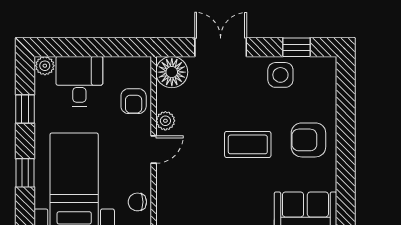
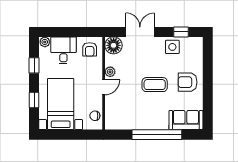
armchair: (134, 101) -> (90, 49), moved

